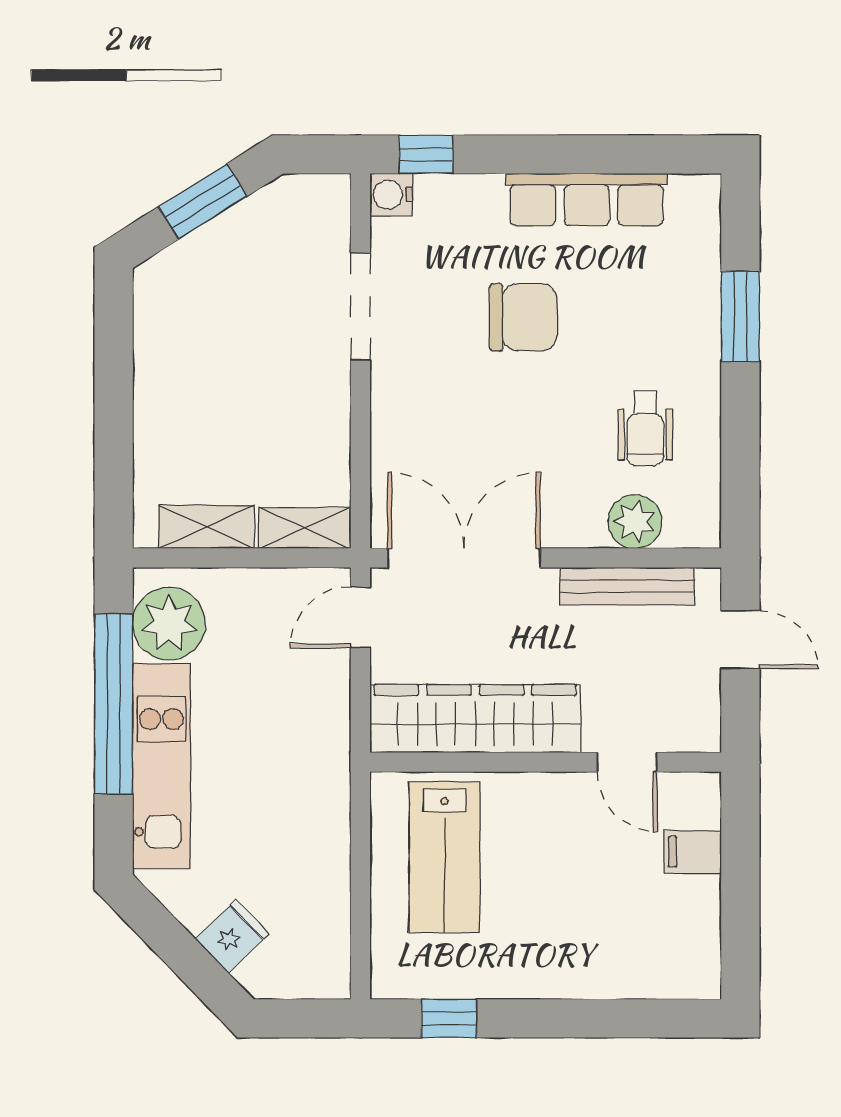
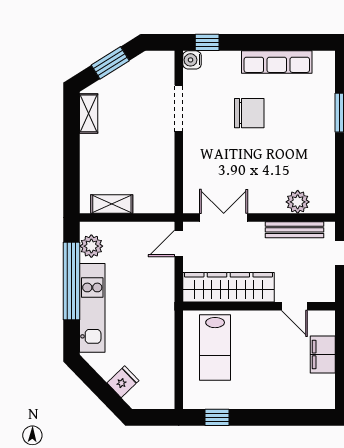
wheelchair: (645, 428) -> (302, 161), removed
shelving: (304, 528) -> (89, 113), moved, turned 90
double door: (464, 558) -> (224, 218), width x0.73
plant: (169, 624) -> (91, 246), width x0.73, depth x0.73
filing cabinet: (693, 852) -> (323, 354), width x2.00

